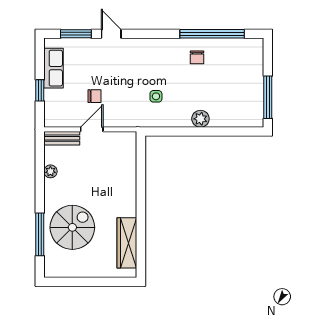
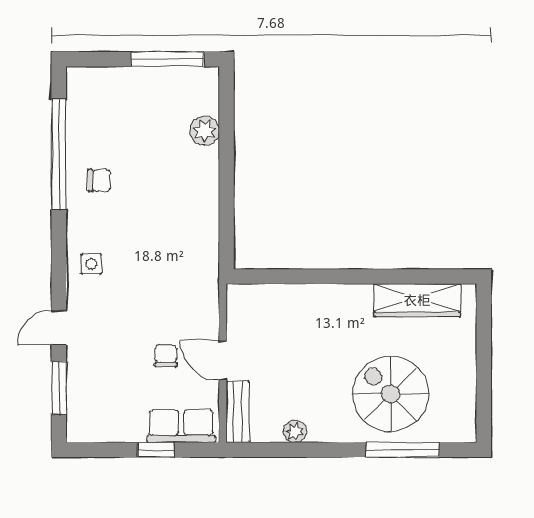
row of seats: (53, 68) -> (181, 426), moved
side table: (156, 96) -> (91, 264), moved
plant: (200, 119) -> (205, 131), moved

